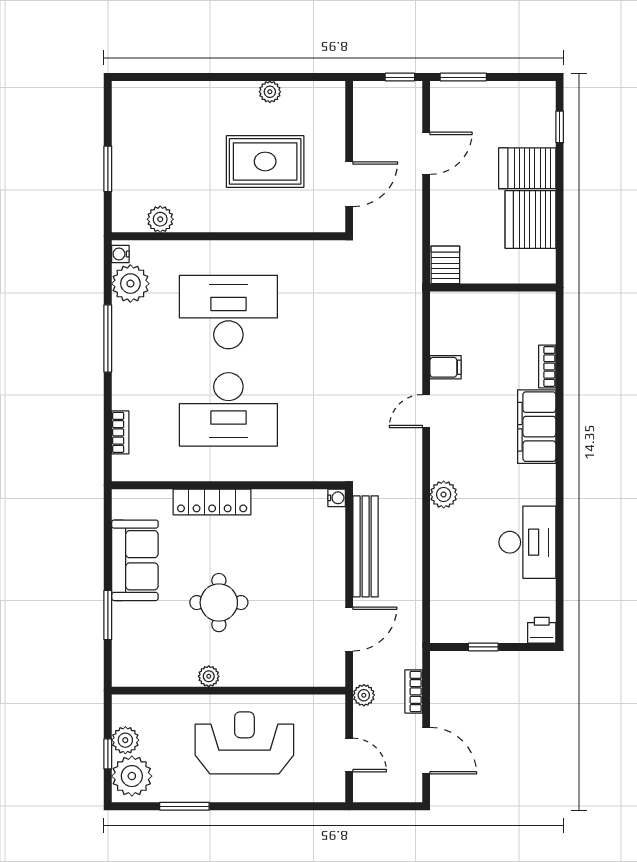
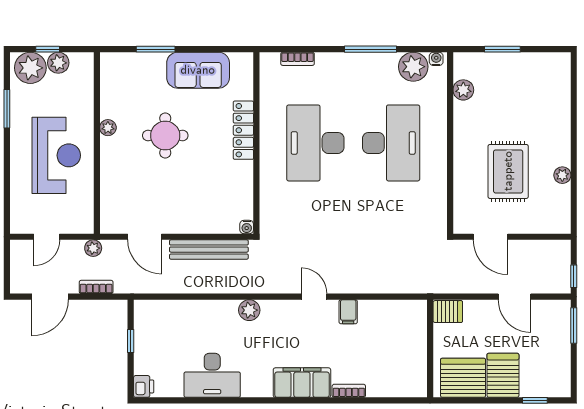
server rack: (445, 265) -> (448, 312), moved
wall: (493, 288) -> (430, 349), moved

